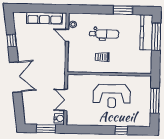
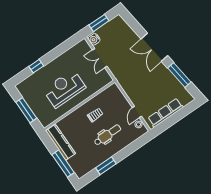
kitchen counter: (146, 32) -> (60, 142), moved
dental chair: (104, 34) -> (107, 135), turned 180
door: (67, 35) -> (137, 112), swing flipped
window: (12, 41) -> (179, 75), width x2.17
double door: (66, 100) -> (100, 58), swing flipped

